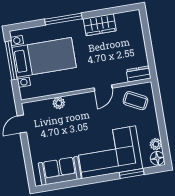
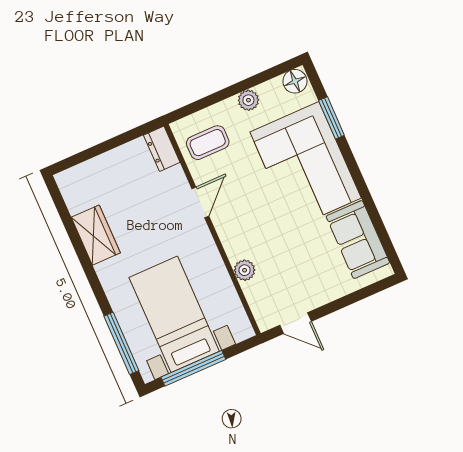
window: (63, 19) -> (121, 343), moved
door: (103, 88) -> (200, 202), hinge flipped
coffee table: (135, 101) -> (208, 143), turned 63
plant: (156, 144) -> (248, 100), moved

